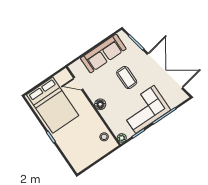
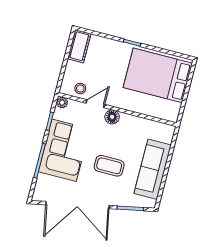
door: (78, 84) -> (95, 104), moved
cot: (83, 162) -> (79, 46), added

